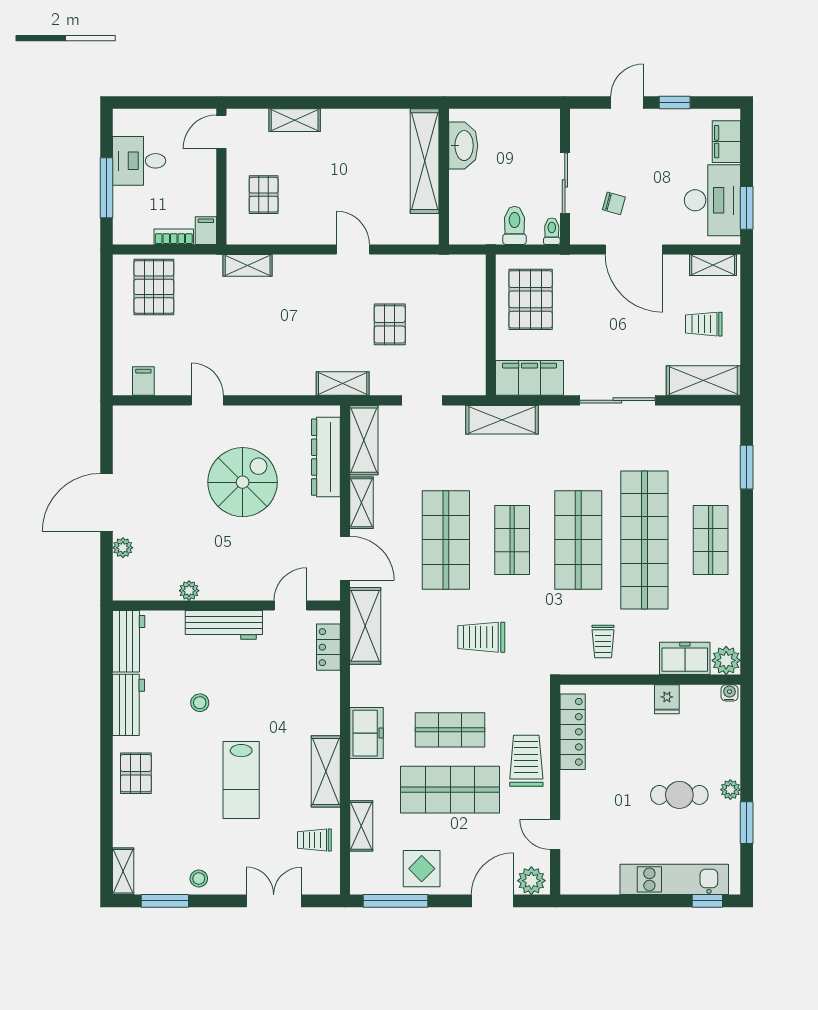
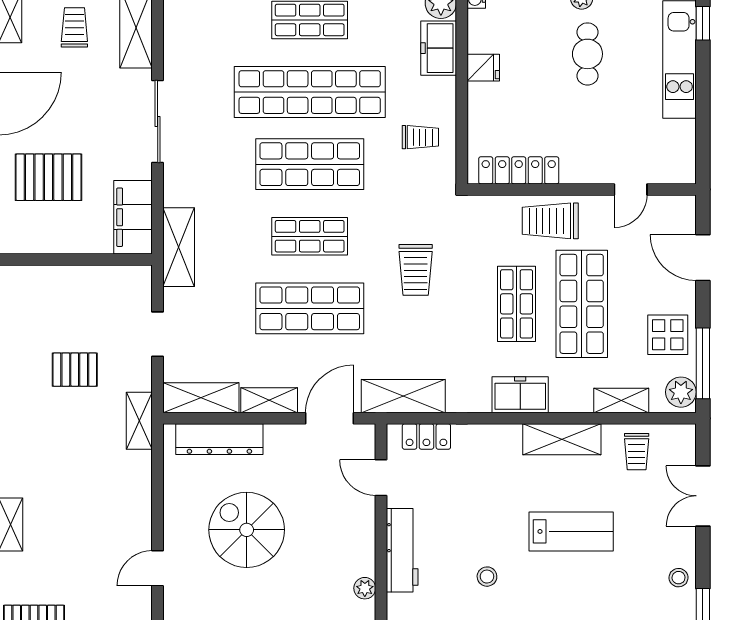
pallet: (531, 299) -> (49, 177), moved
trolley: (704, 324) -> (74, 27), turned 180
plant: (531, 881) -> (681, 392), moved

